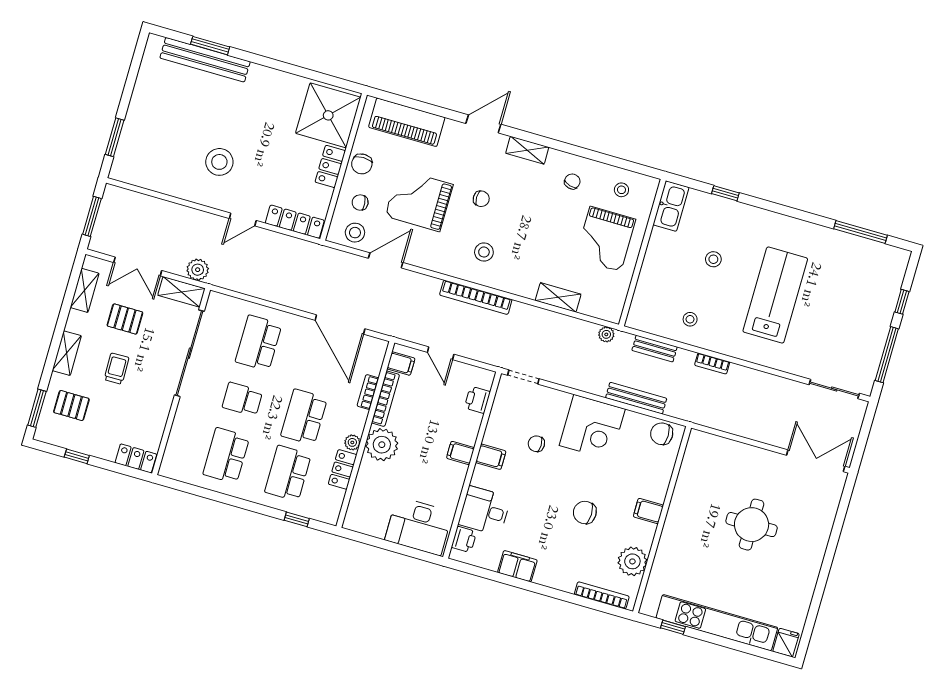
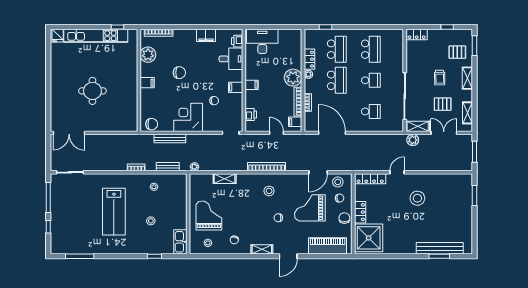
grand piano: (419, 200) -> (310, 208), turned 180
school desk: (259, 343) -> (371, 111), width x0.54

